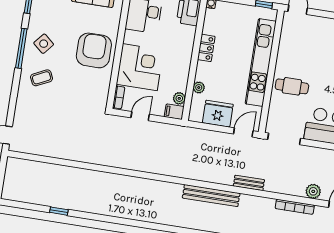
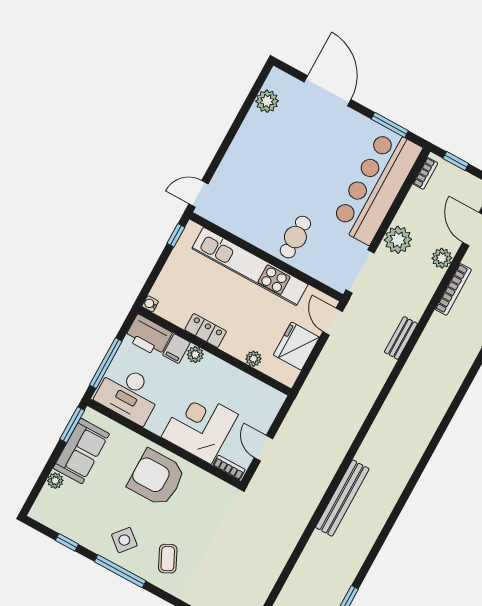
plant: (179, 98) -> (195, 354), moved
filing cabinet: (174, 112) -> (176, 349), moved
plant: (315, 157) -> (398, 240), added
bench: (211, 196) -> (342, 498), moved

